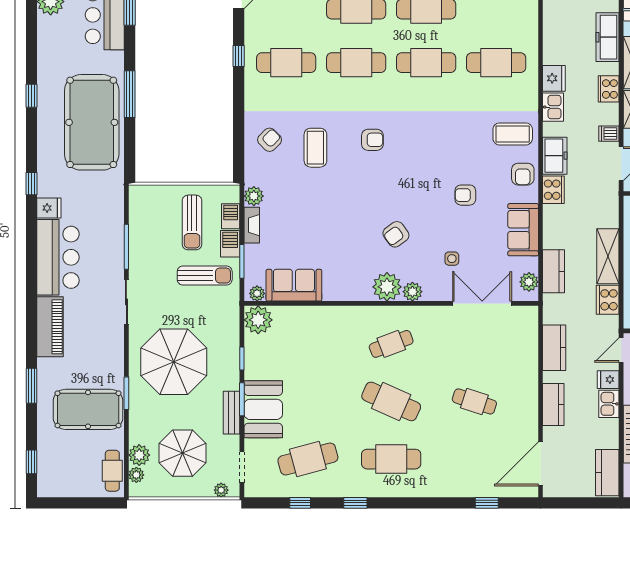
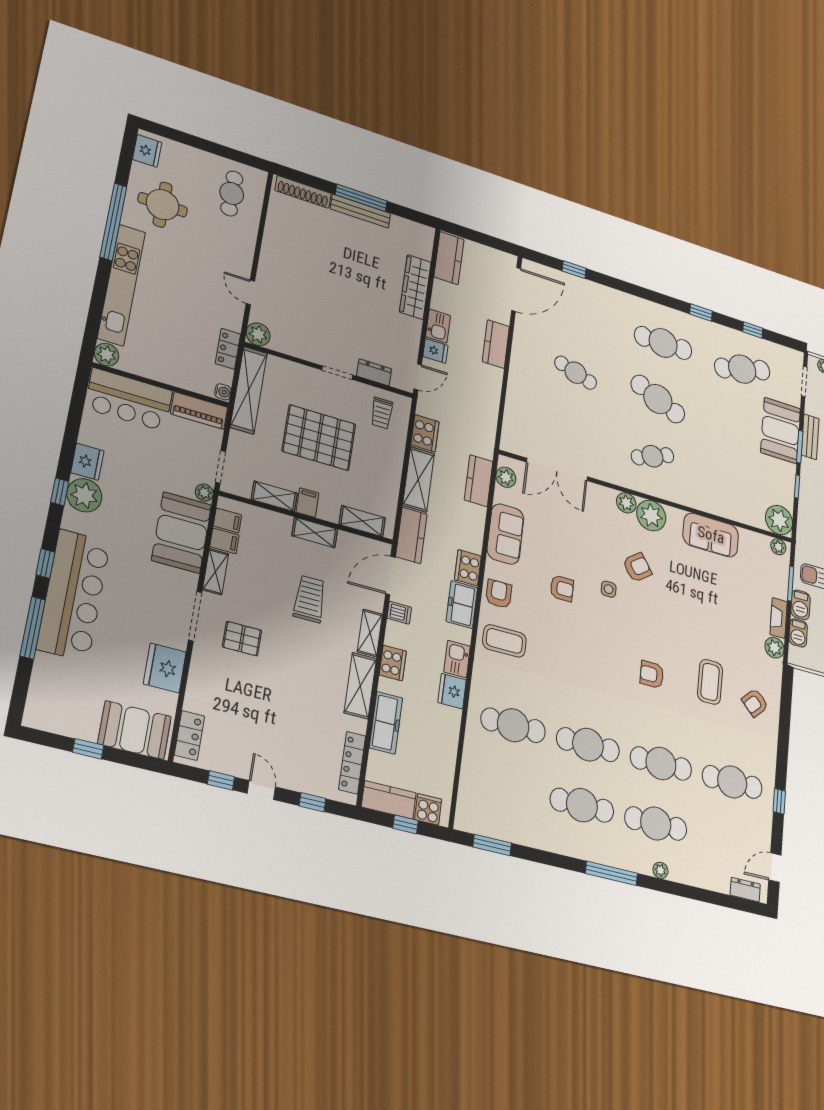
side table: (452, 259) -> (609, 589), moved
sofa: (294, 285) -> (711, 535), moved
kitchen counter: (554, 348) -> (411, 535), moved, turned 180

